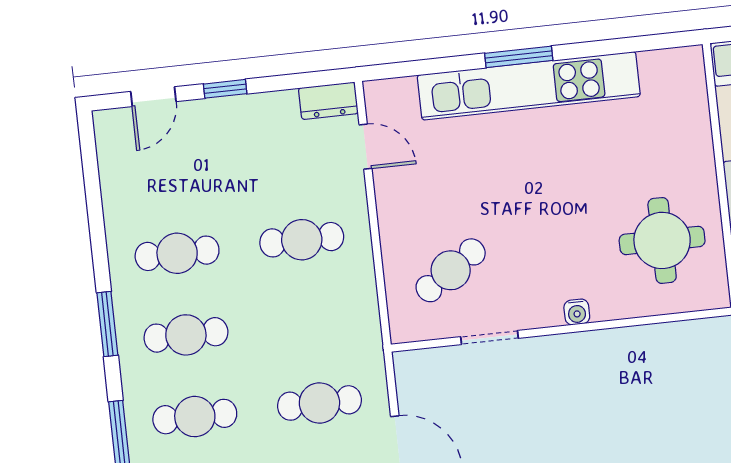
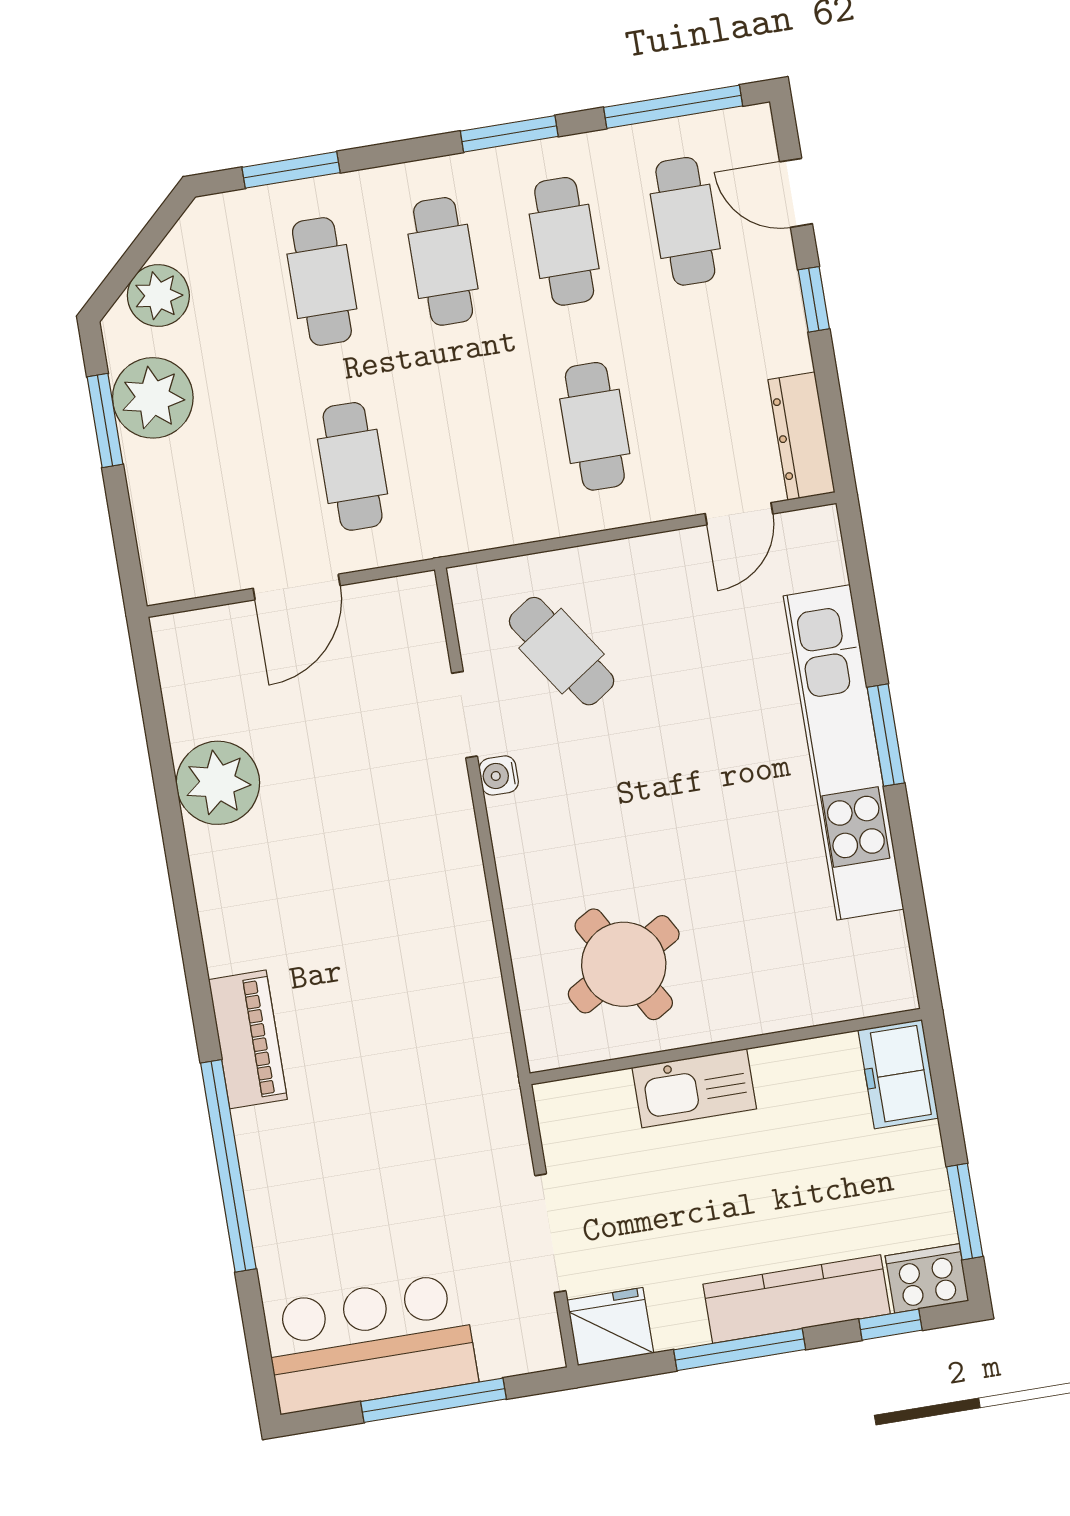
dresser: (328, 101) -> (801, 436), width x1.44
cafe table: (168, 172) -> (685, 221), added
window: (91, 175) -> (673, 107), added
round table: (662, 240) -> (624, 964), turned -30
water cooler: (577, 312) -> (499, 775), moved
window: (107, 324) -> (509, 134), moved

